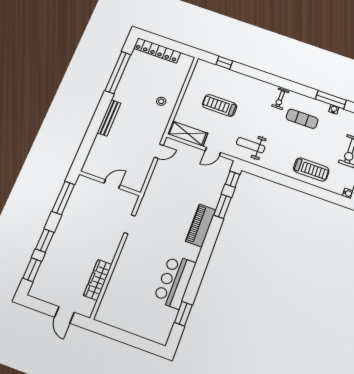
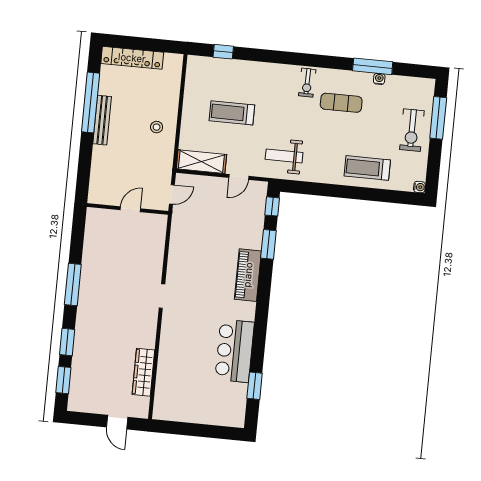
bench: (109, 118) -> (102, 120), moved
treadmill: (311, 170) -> (367, 168), turned 180
wall: (110, 183) -> (128, 209), moved
door: (112, 184) -> (130, 209), moved

